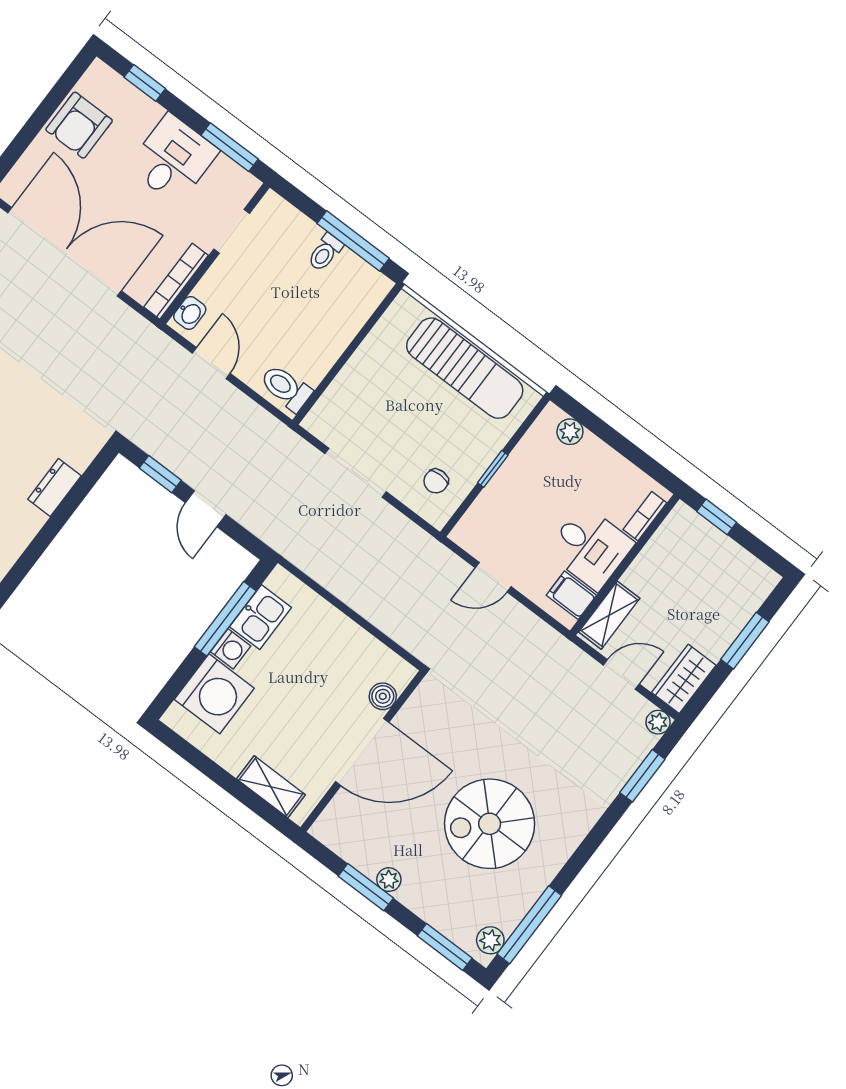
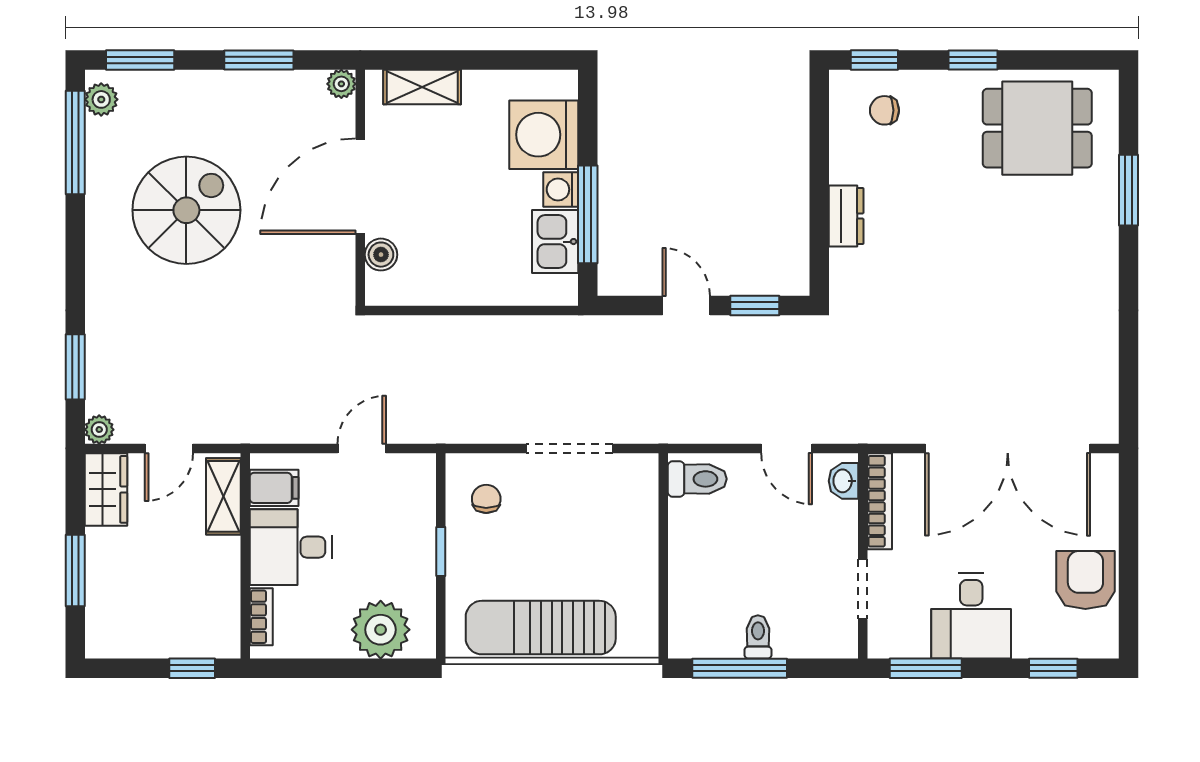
plant: (570, 432) -> (381, 630), width x1.87, depth x1.87
plant: (389, 880) -> (341, 84), moved

